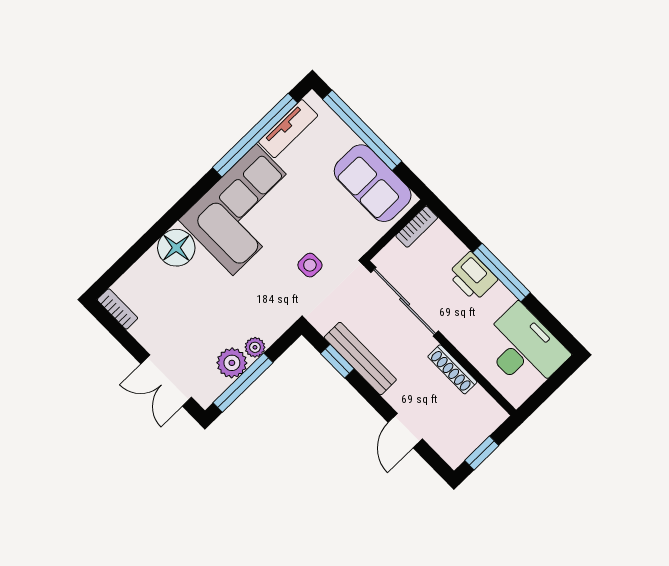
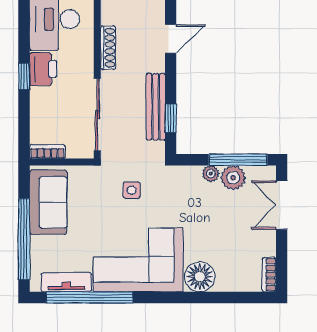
window: (501, 273) -> (24, 76), width x0.46
printer: (473, 277) -> (43, 69), moved
double door: (166, 380) -> (282, 205), swing flipped

